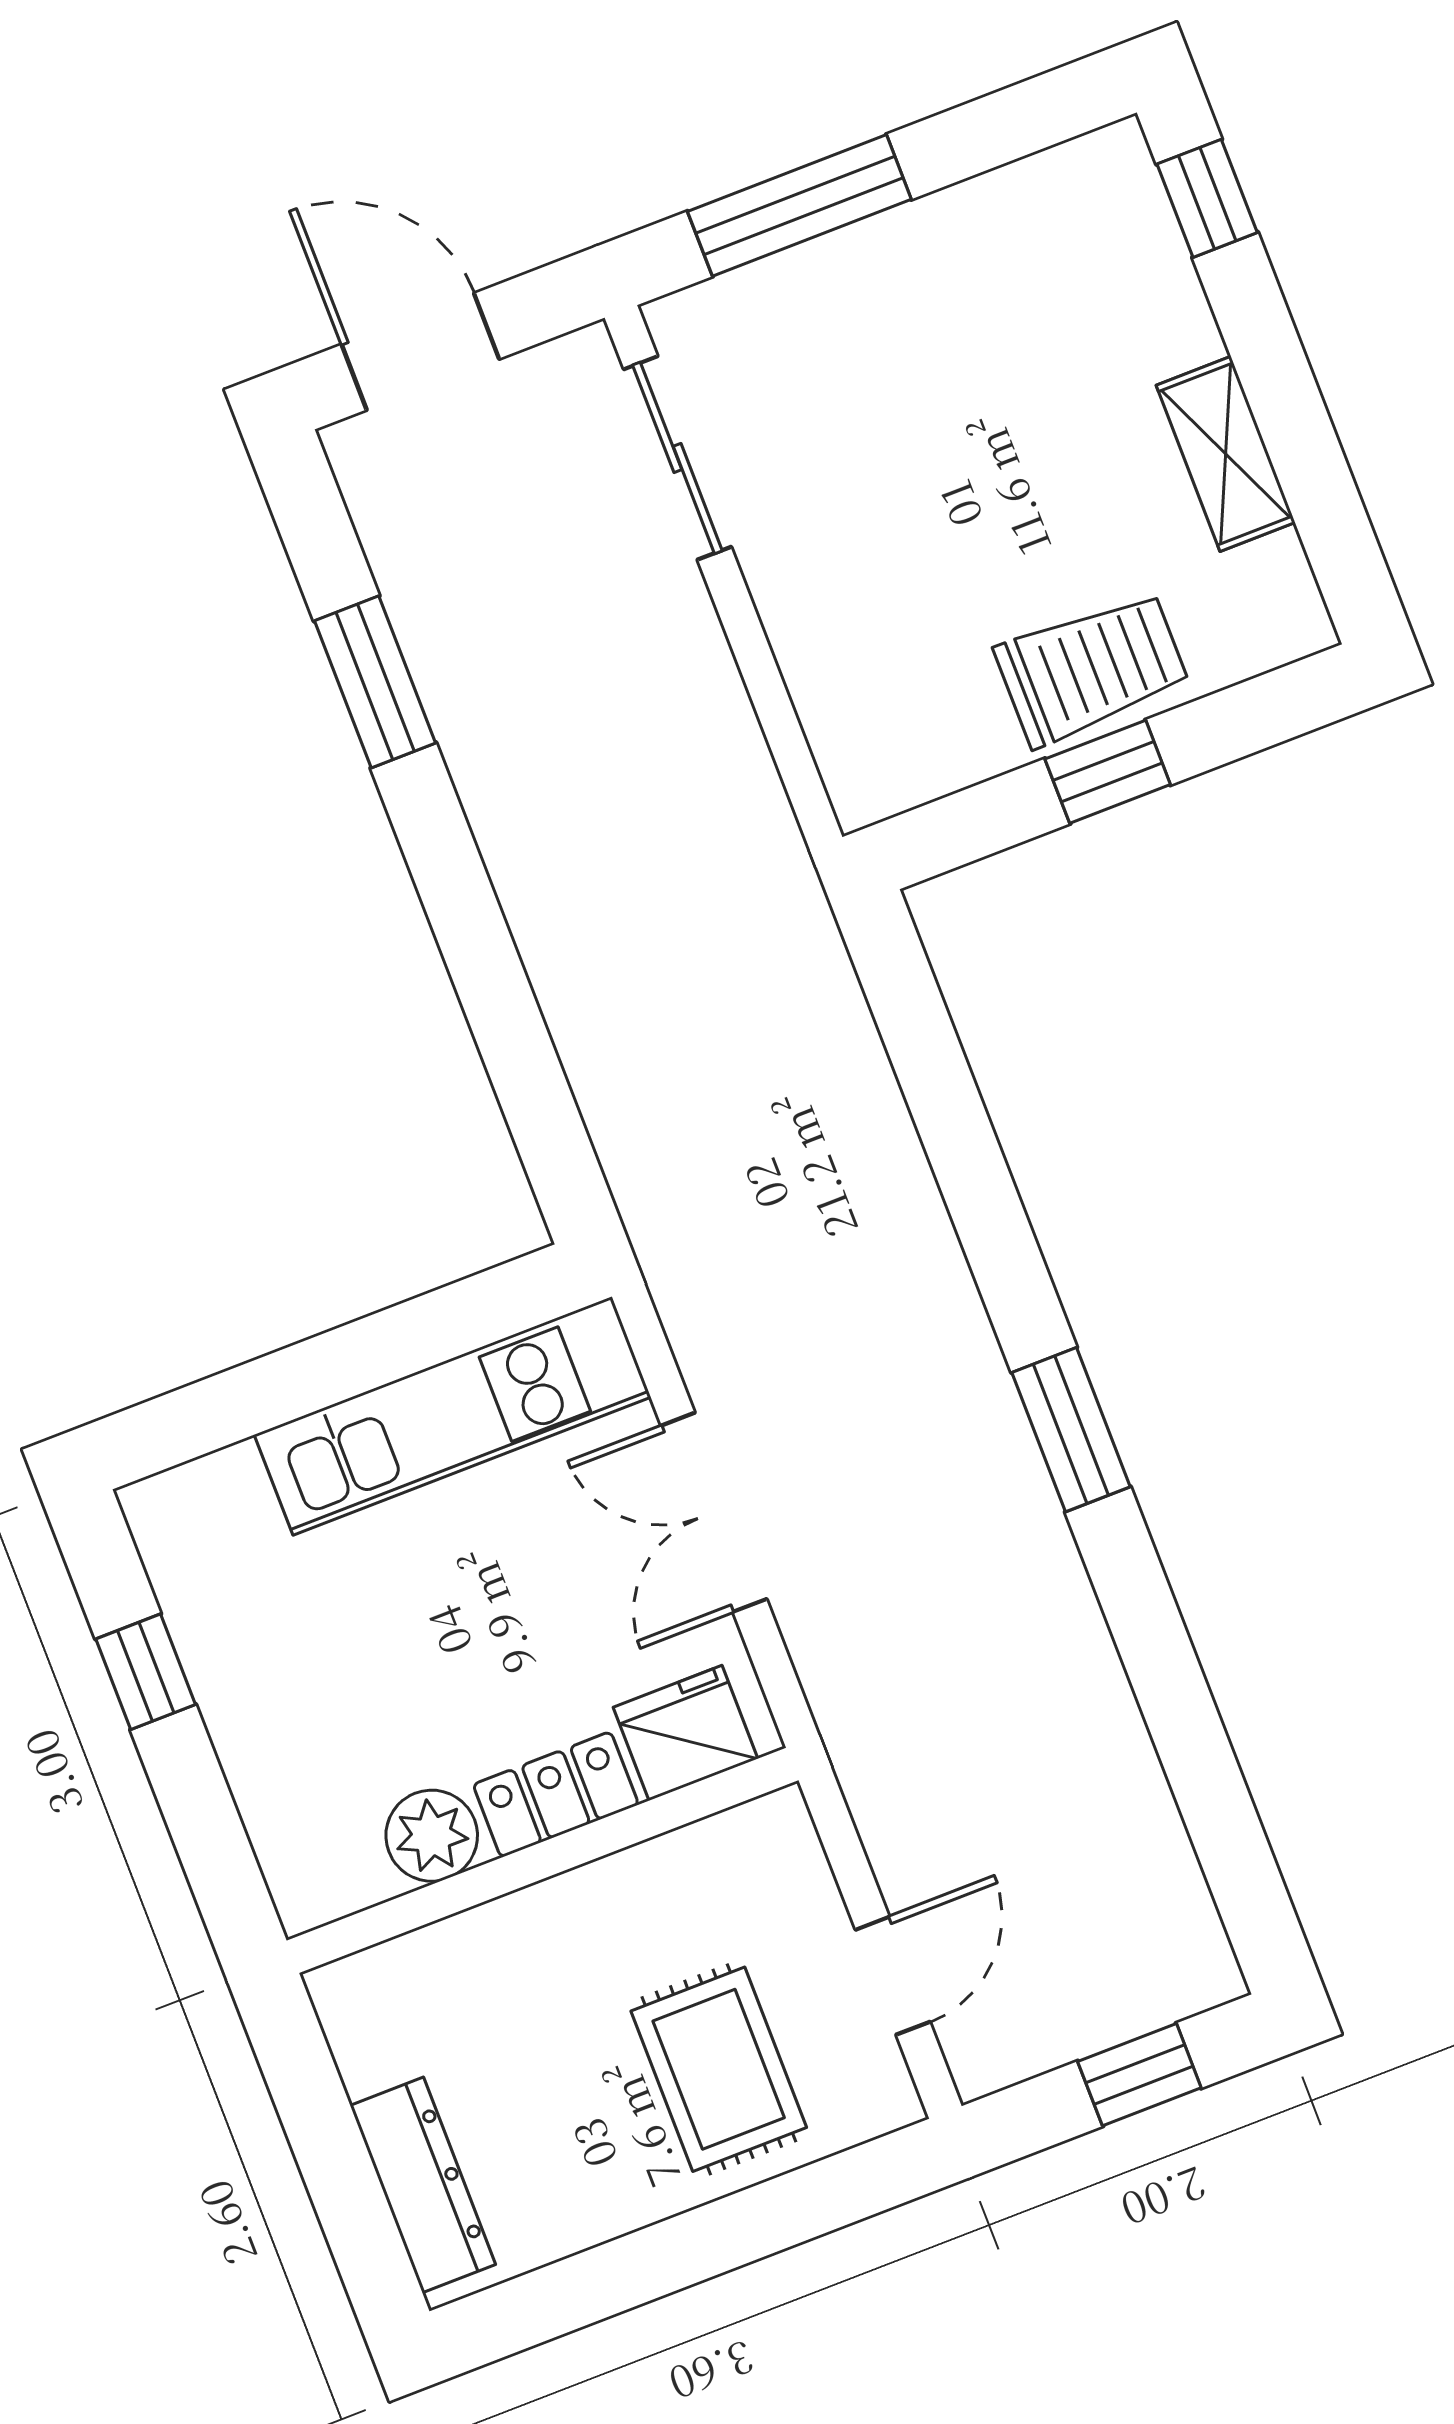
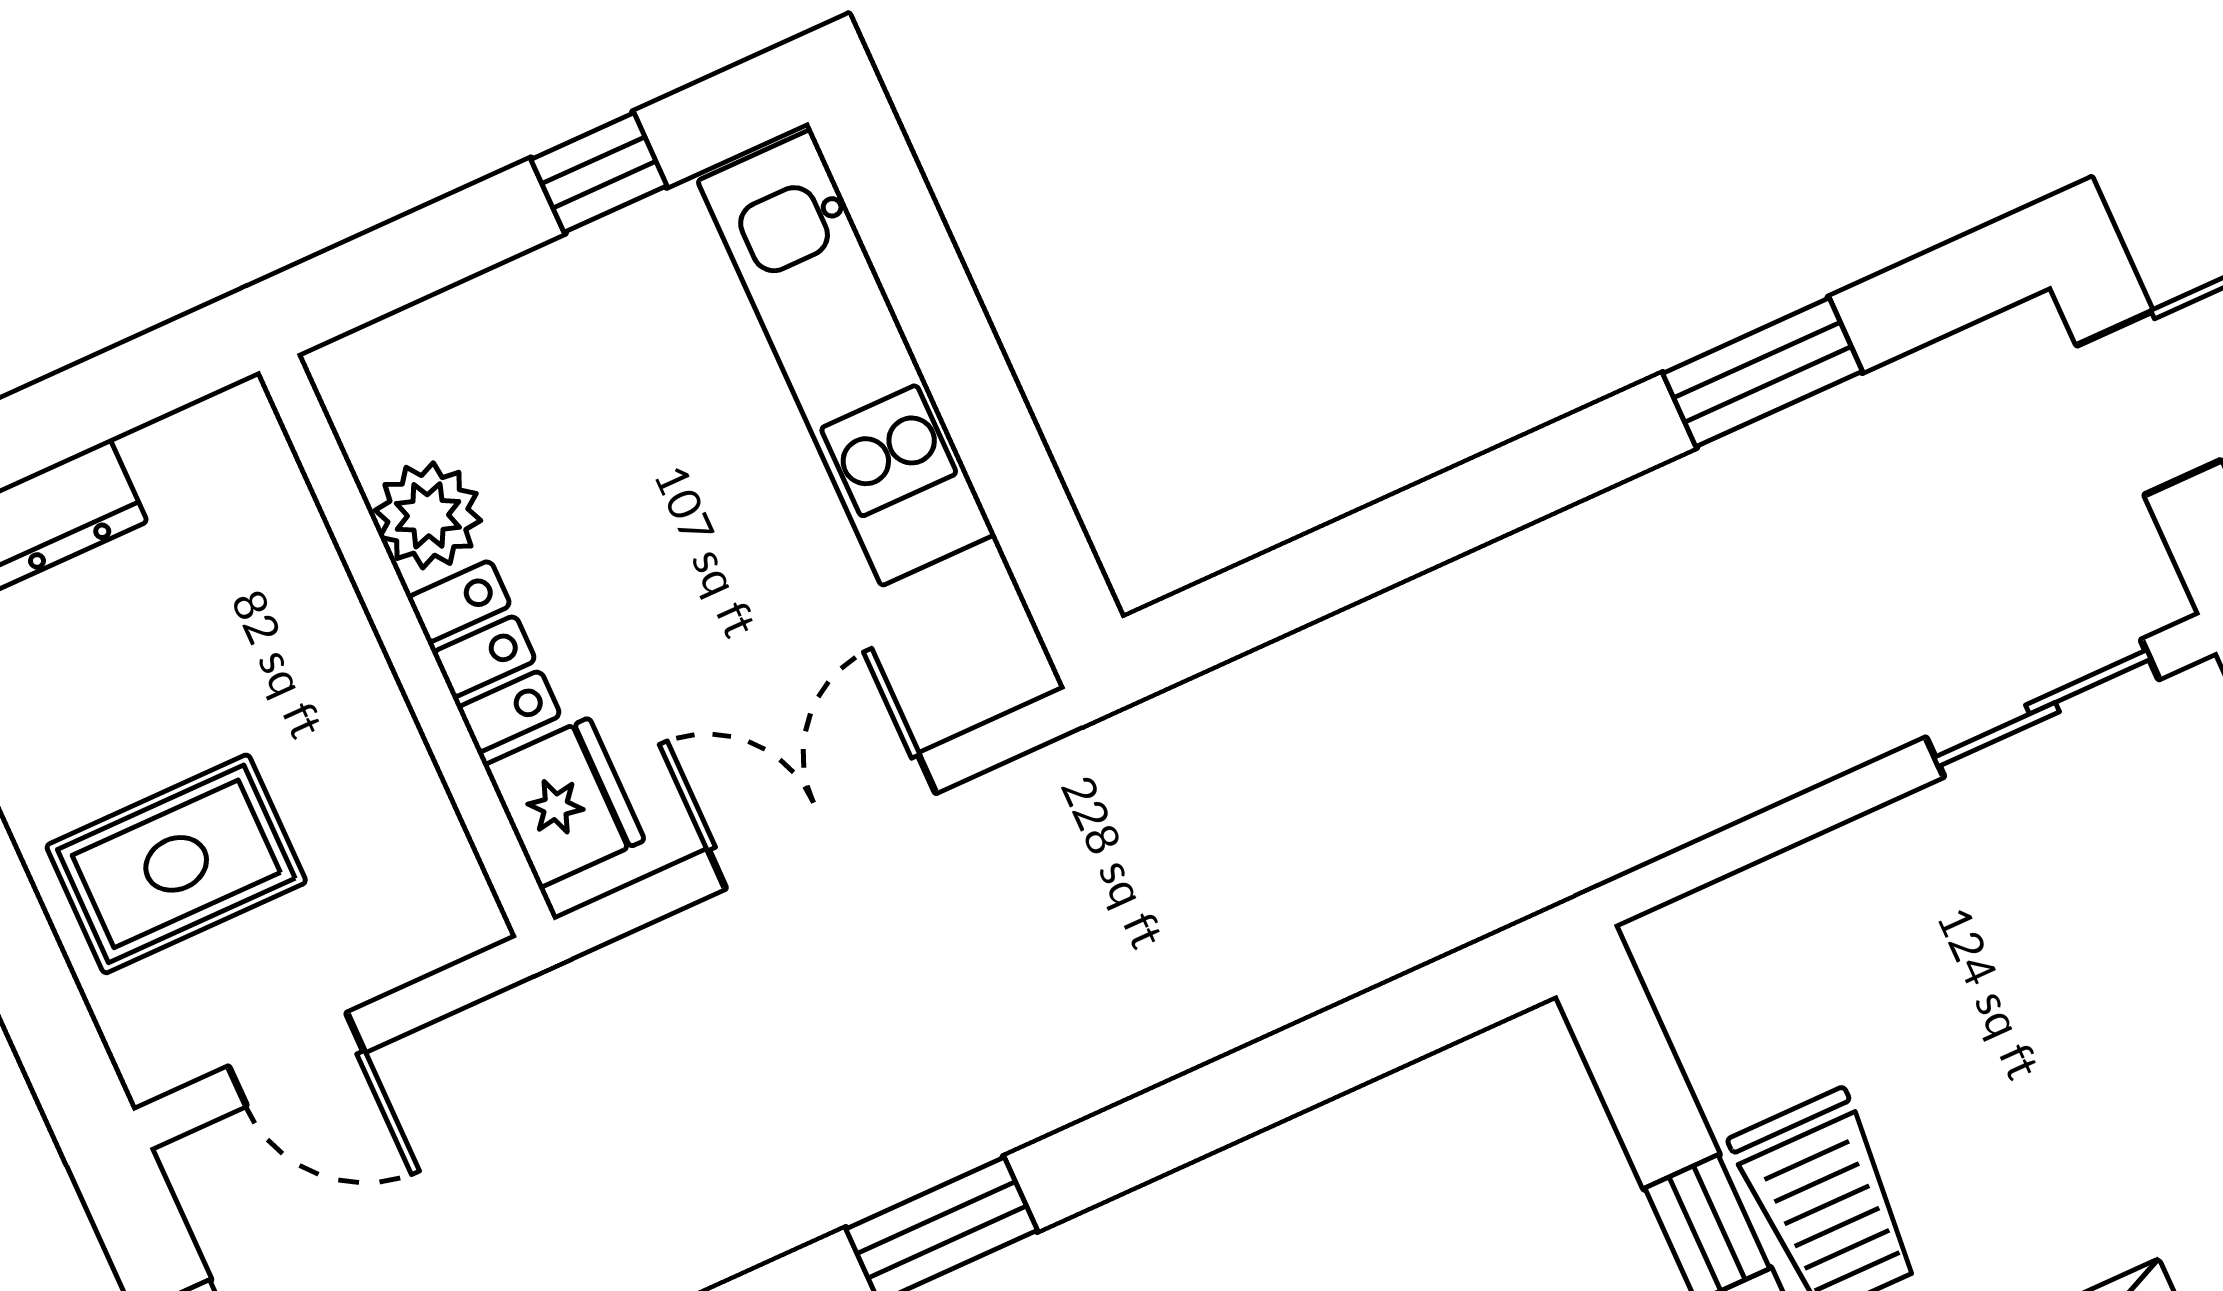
kitchen unit: (453, 1416) -> (846, 357), moved

